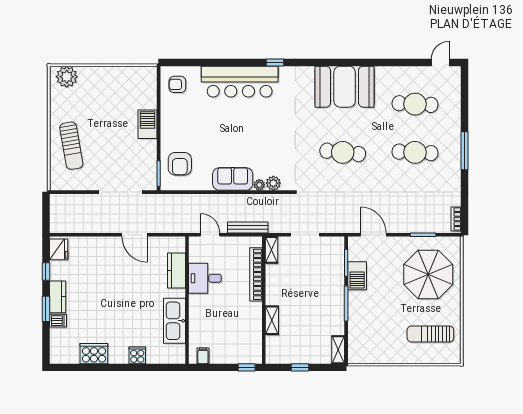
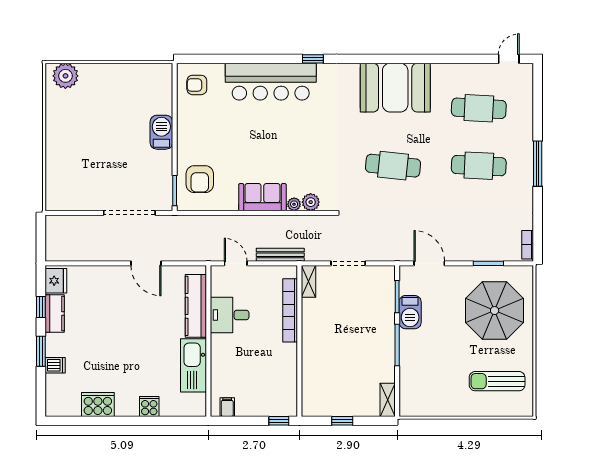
sun lounger: (71, 146) -> (71, 158), removed
kitchen counter: (176, 271) -> (196, 306), width x1.50
kitchen counter: (58, 297) -> (55, 314), moved
shelving: (272, 320) -> (309, 365), removed

